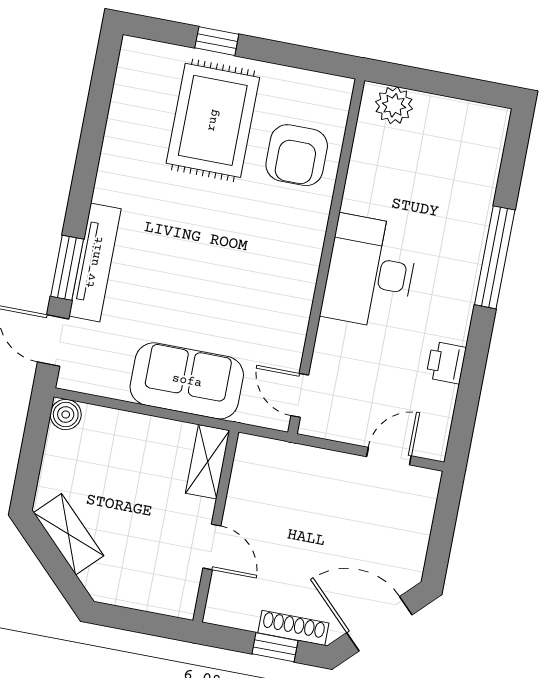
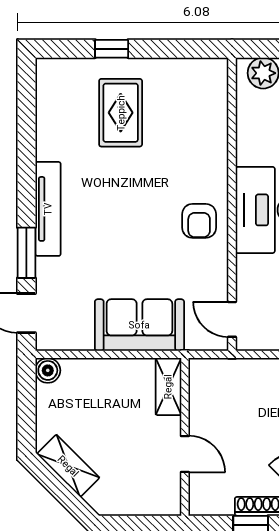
rug: (213, 120) -> (121, 113), width x0.73, depth x0.70
armchair: (297, 155) -> (199, 221), moved, width x0.72, depth x0.72
tv unit: (95, 262) -> (48, 209), moved

